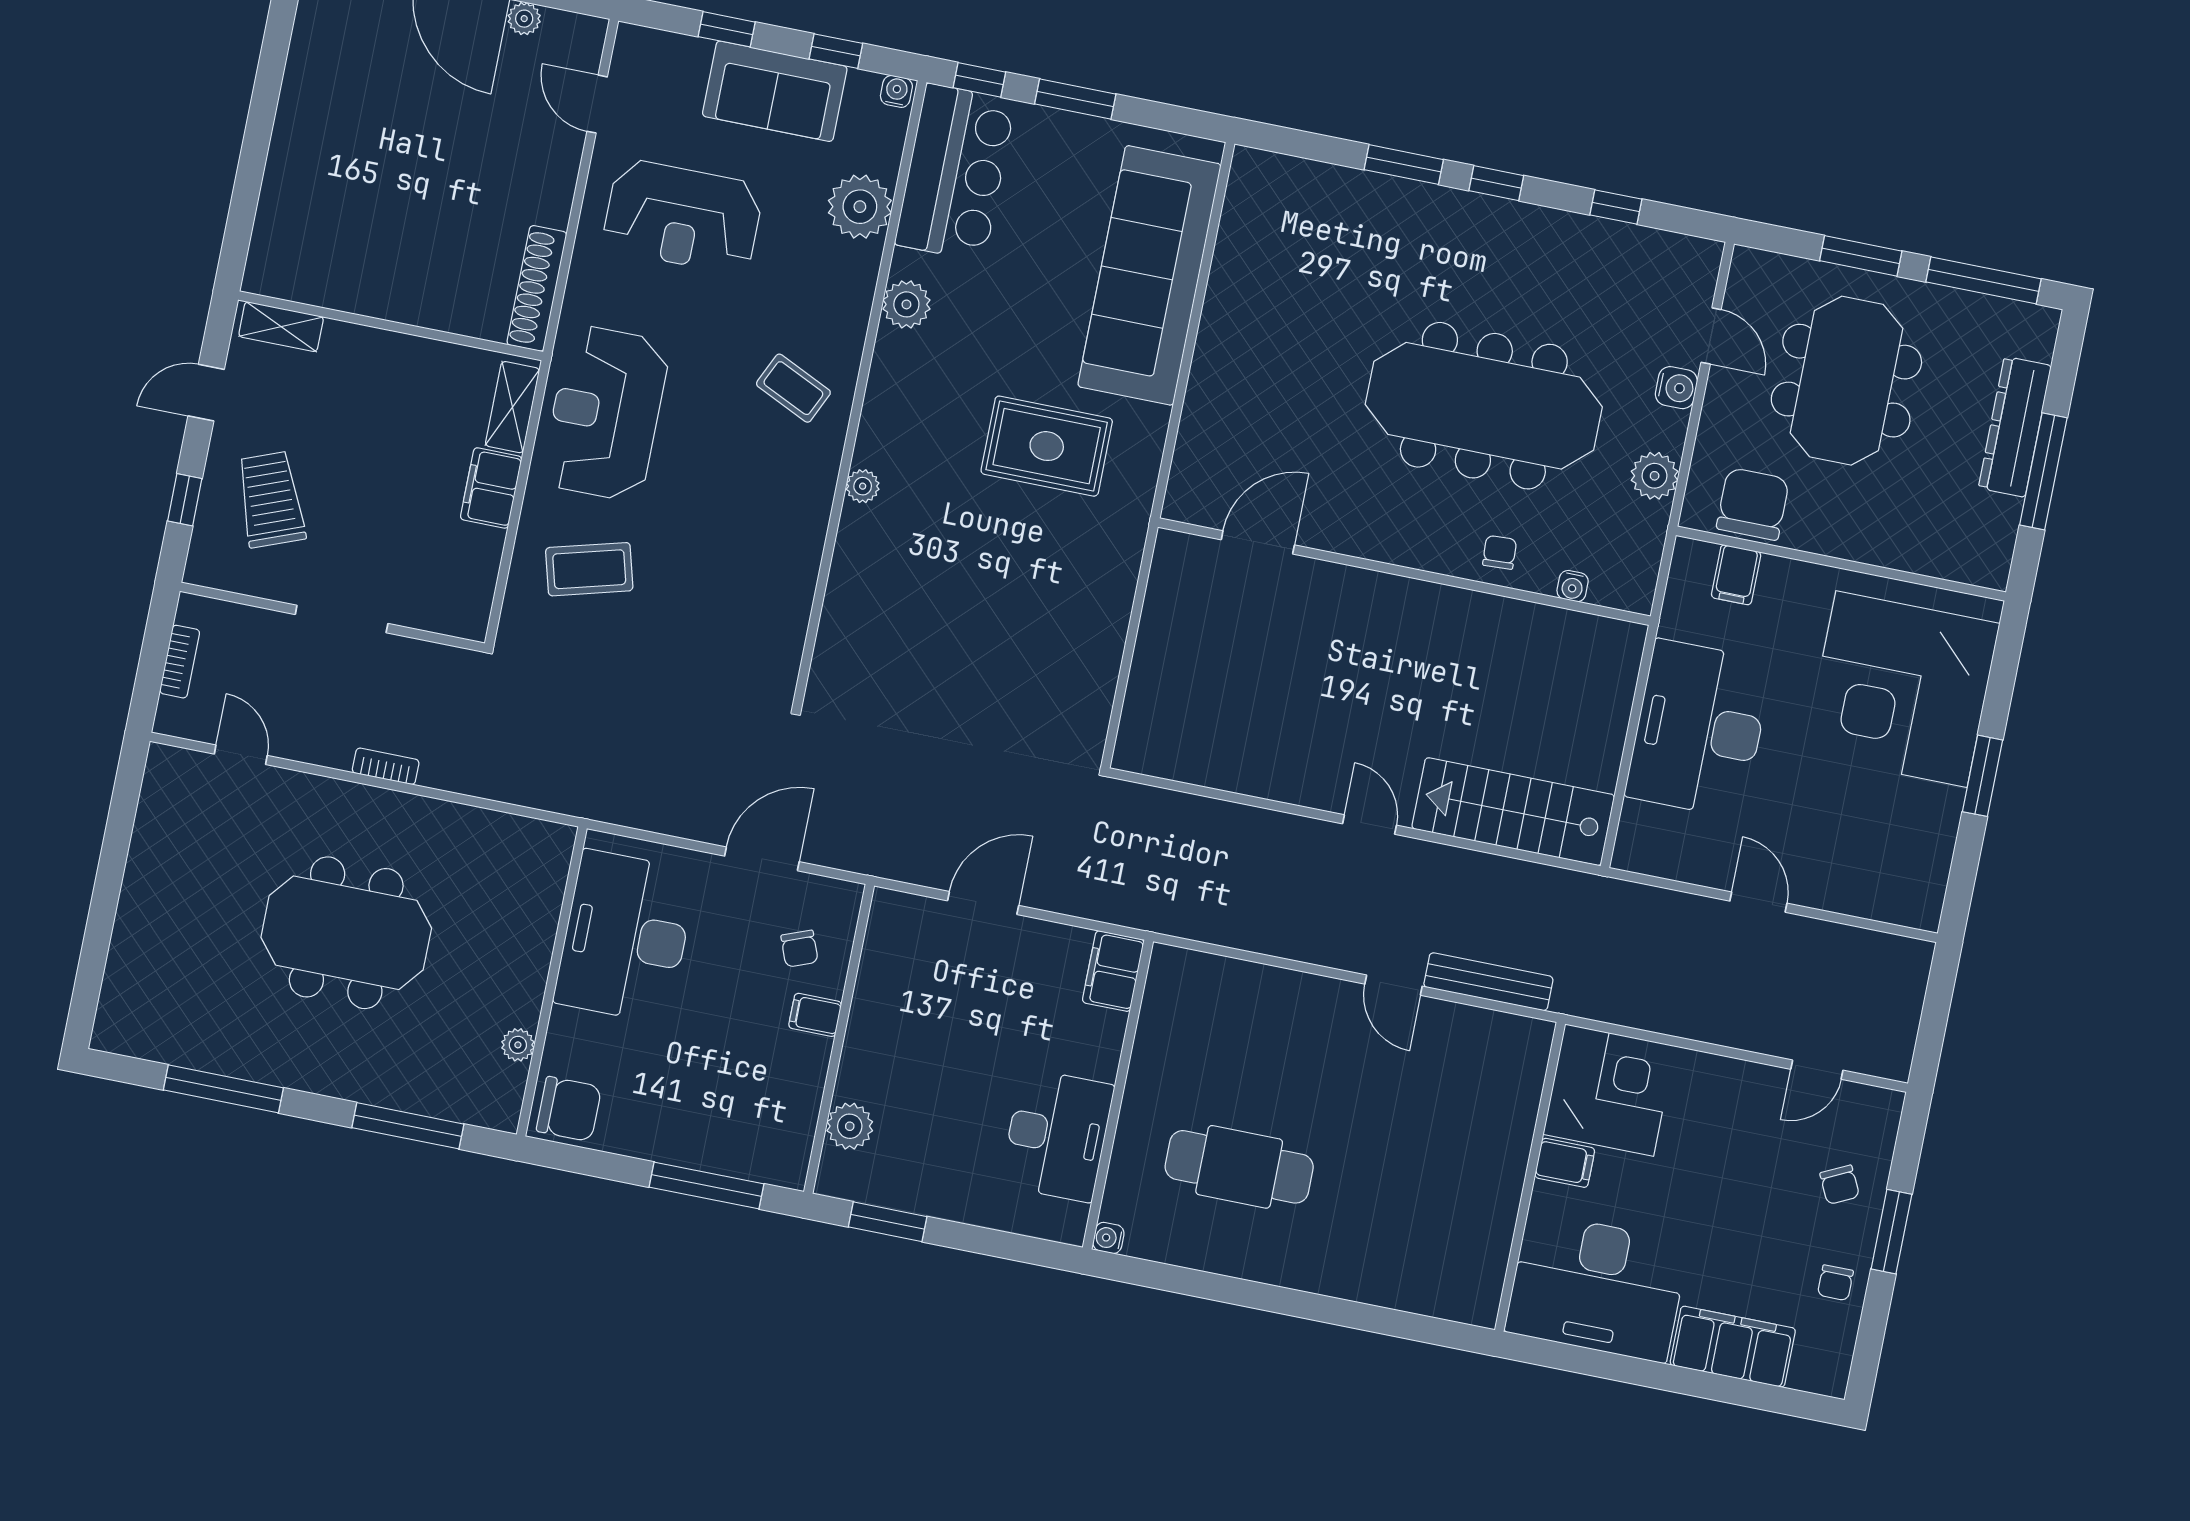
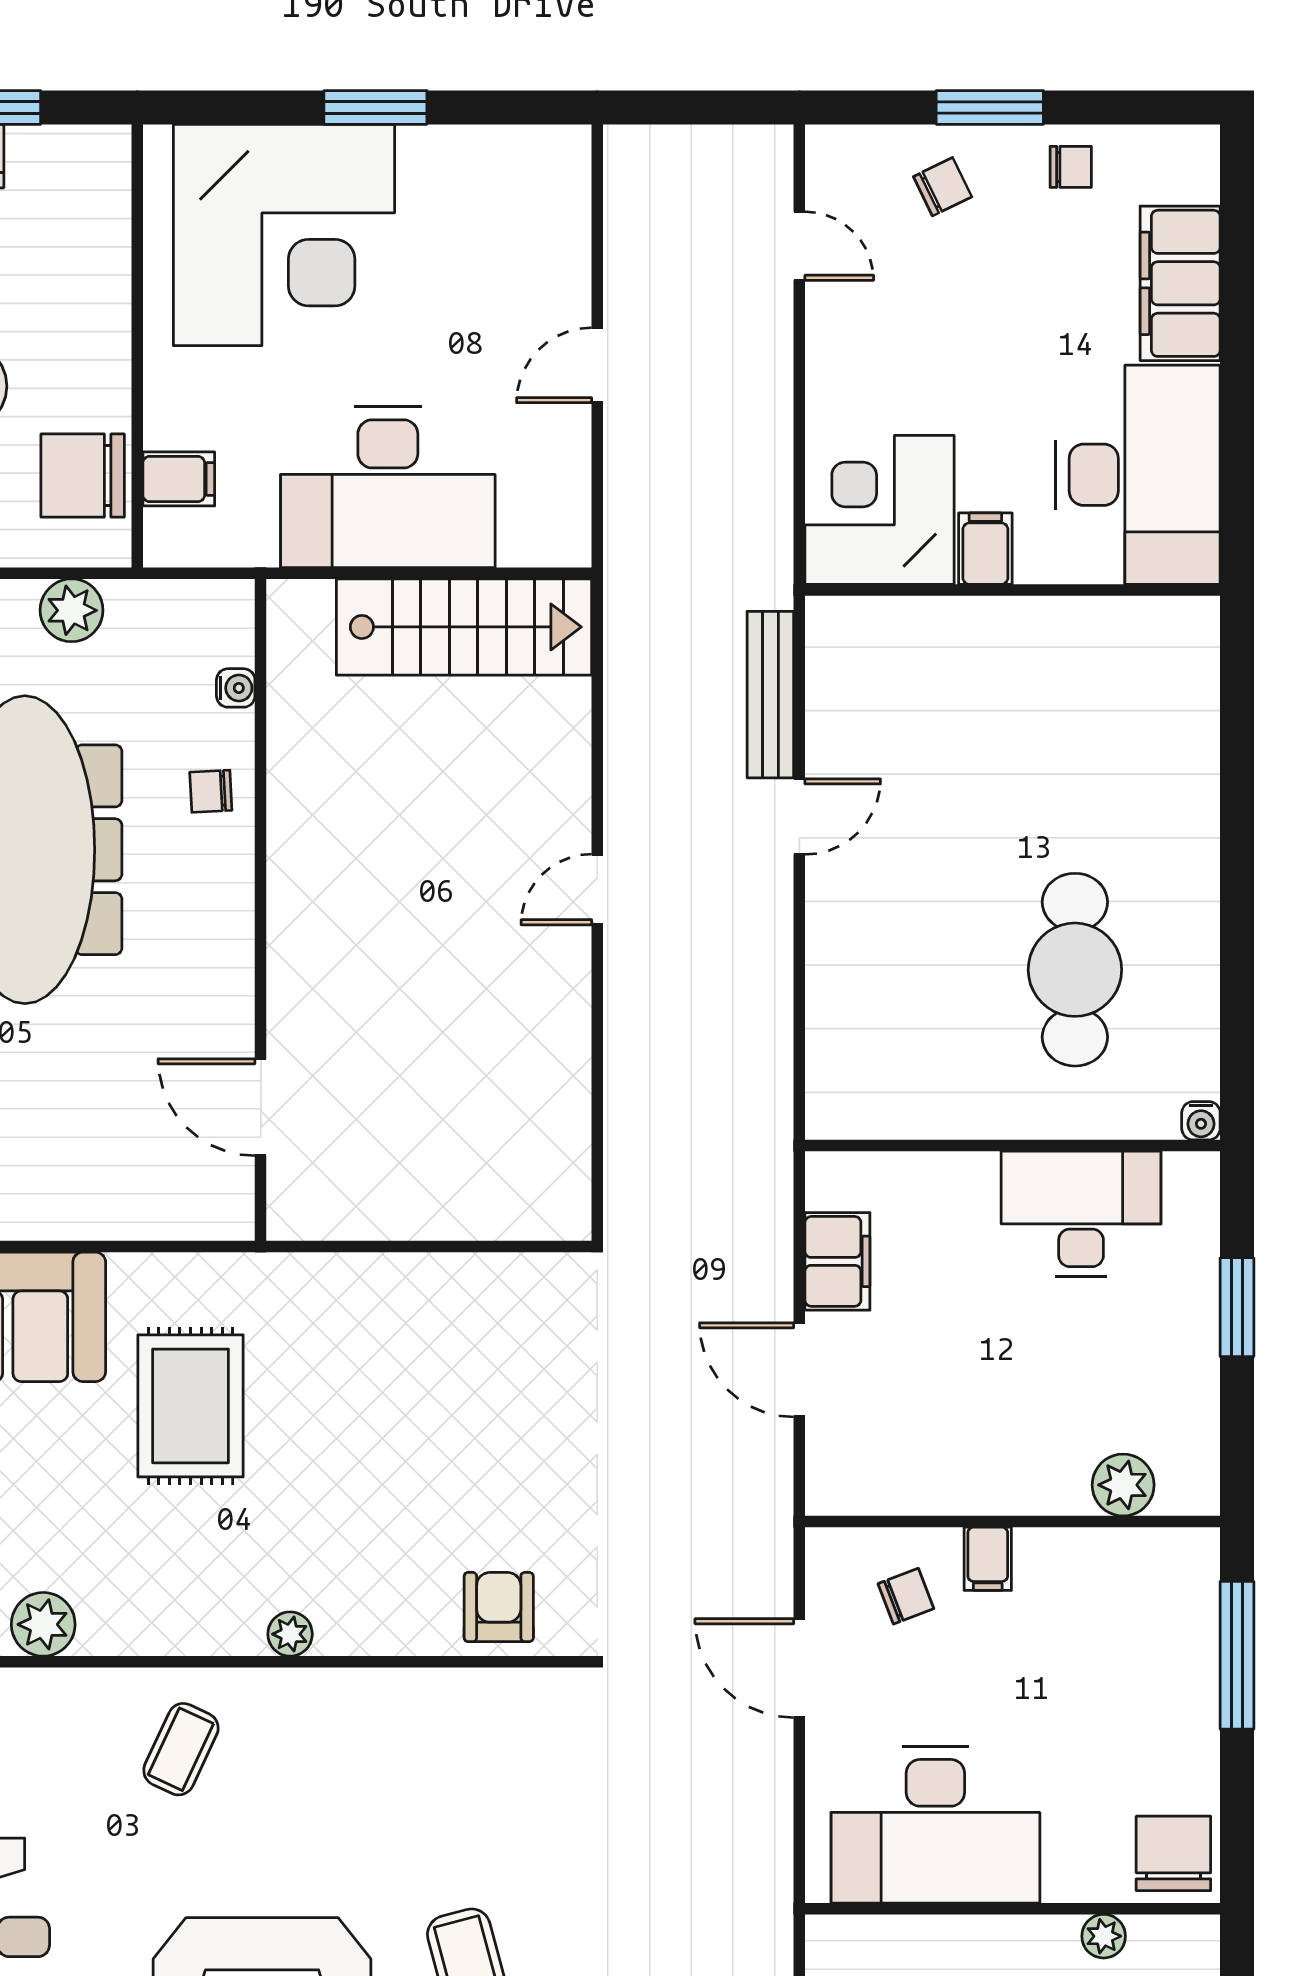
armchair: (852, 645) -> (499, 1607), added
stairs: (1513, 812) -> (464, 627), moved, turned -90
filing cabinet: (1113, 971) -> (837, 1261), moved, turned -90
window: (888, 1222) -> (1237, 1307), moved

